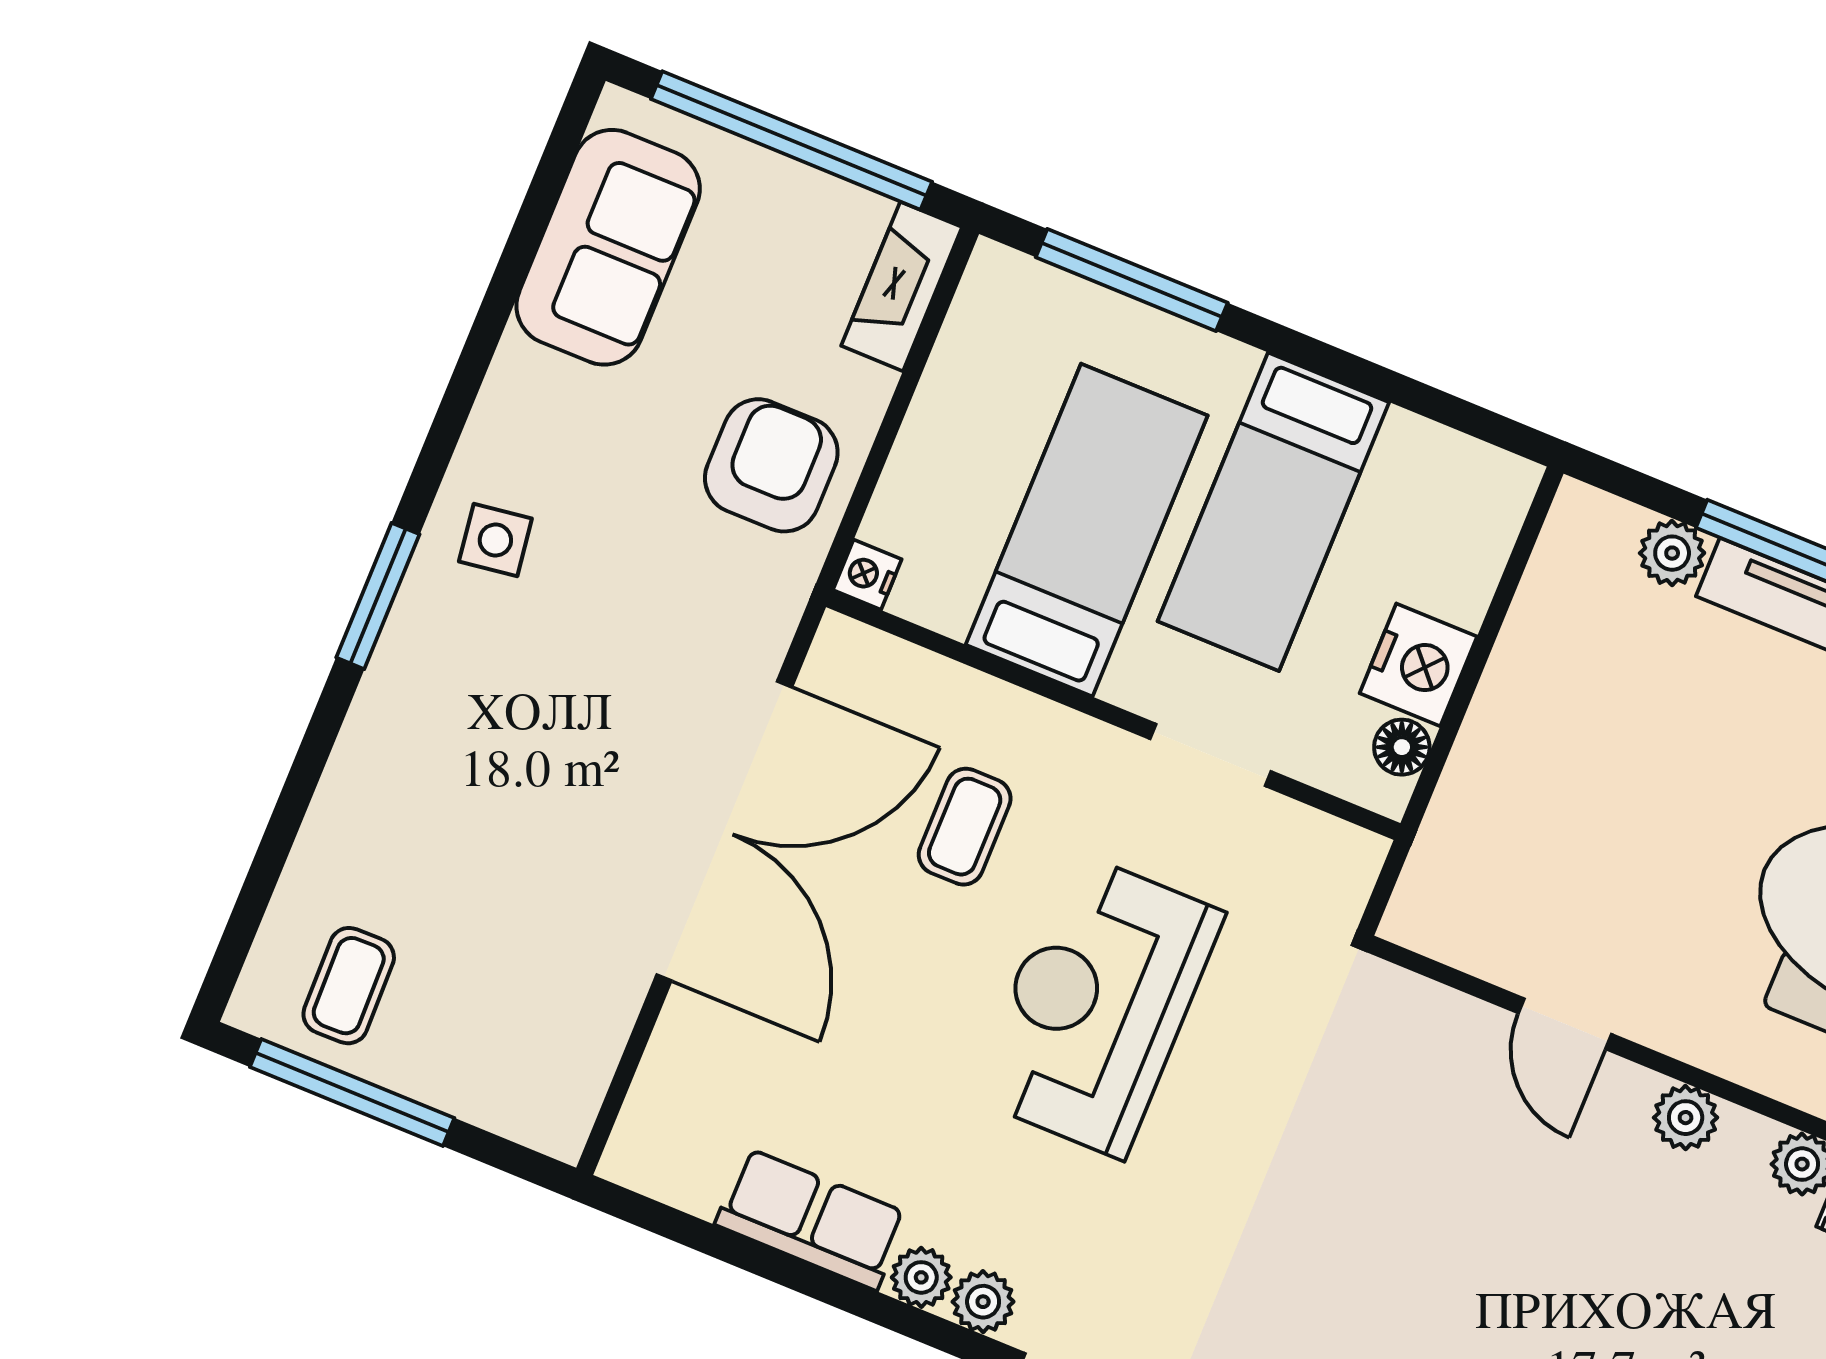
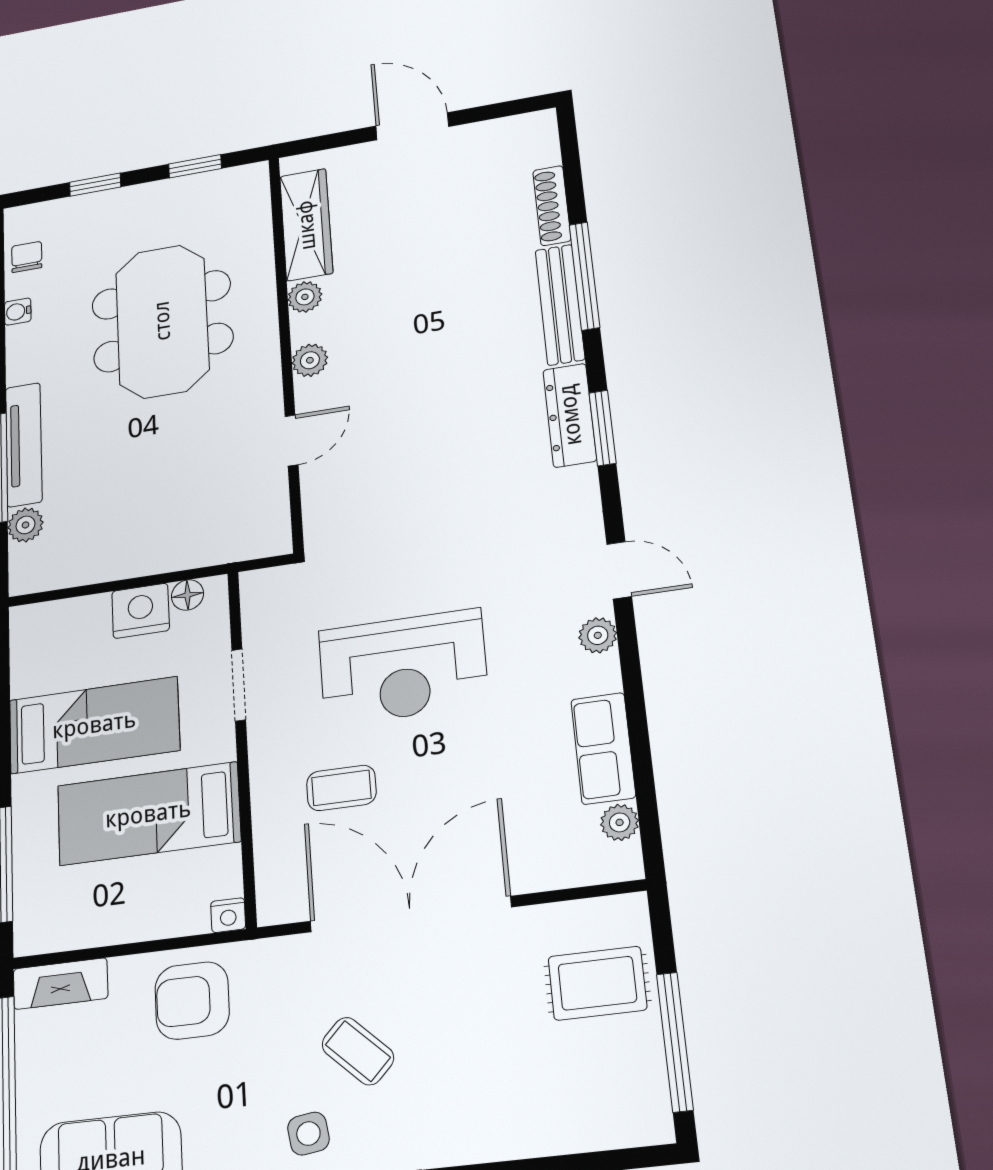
coffee table: (349, 986) -> (358, 1051), moved, turned 45
rug: (486, 1034) -> (597, 983), added
plant: (921, 1277) -> (620, 822), moved

